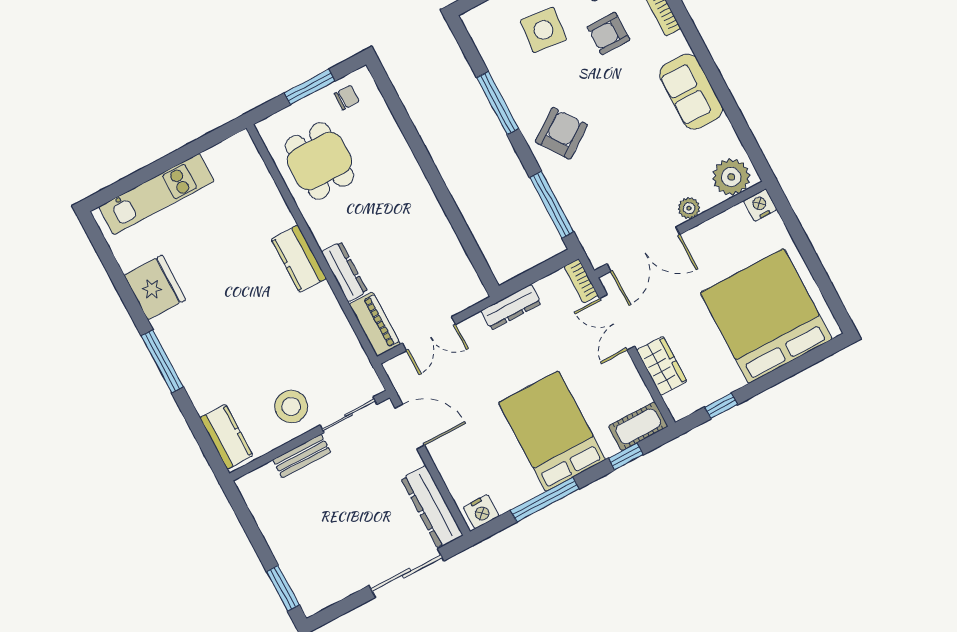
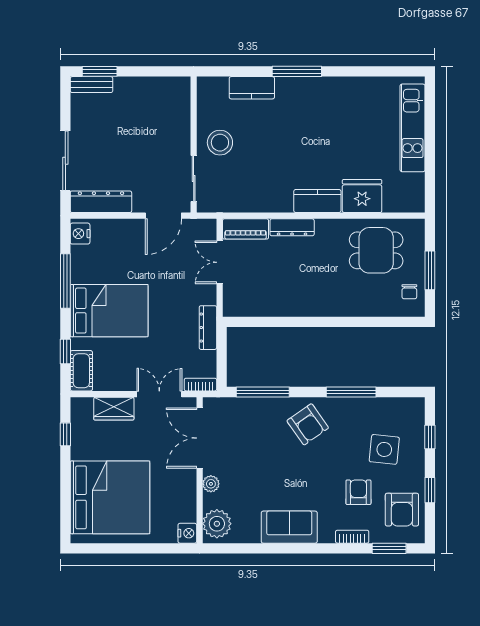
fridge: (155, 287) -> (362, 196), moved, turned 180
kitchen counter: (226, 437) -> (252, 88), moved
bench: (302, 456) -> (91, 85), moved, turned 90

